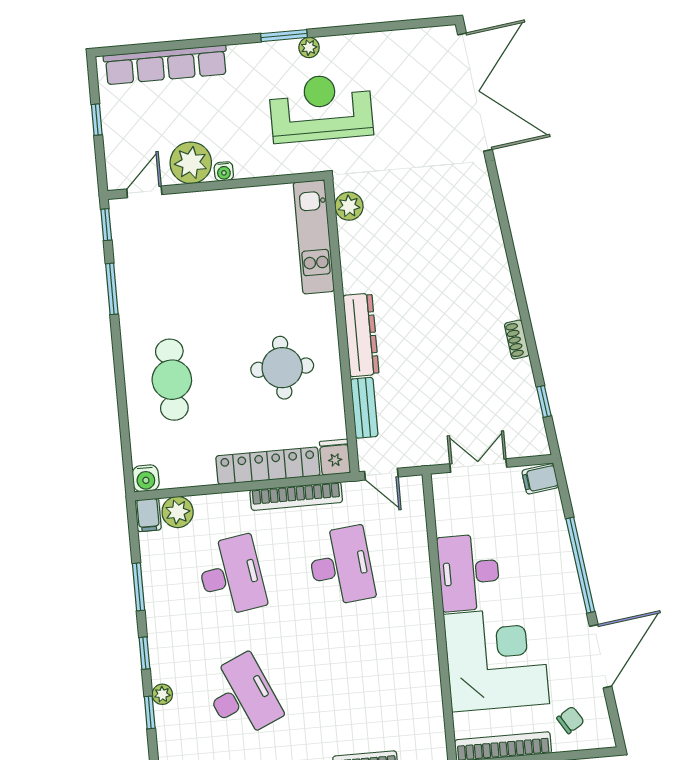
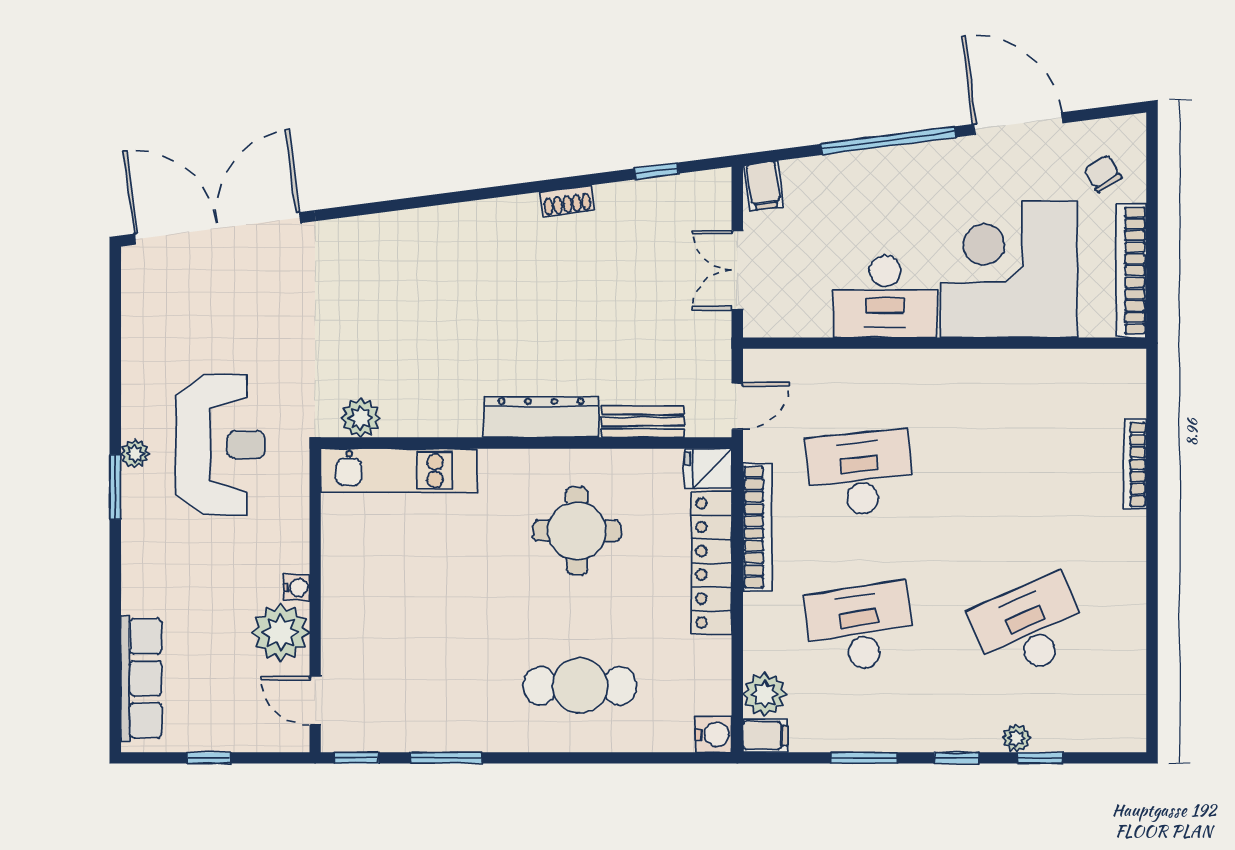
row of seats: (166, 65) -> (141, 678), width x0.73
reception desk: (321, 108) -> (220, 445), turned 180

